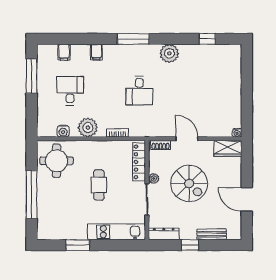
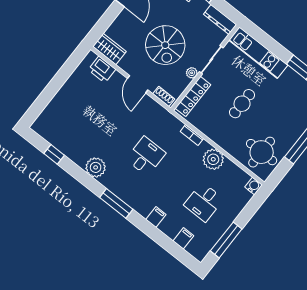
printer: (221, 129) -> (102, 70), added
water cooler: (63, 131) -> (254, 186), moved
water cooler: (237, 133) -> (91, 56), removed
spiral stairs: (189, 183) -> (165, 45), turned 180

